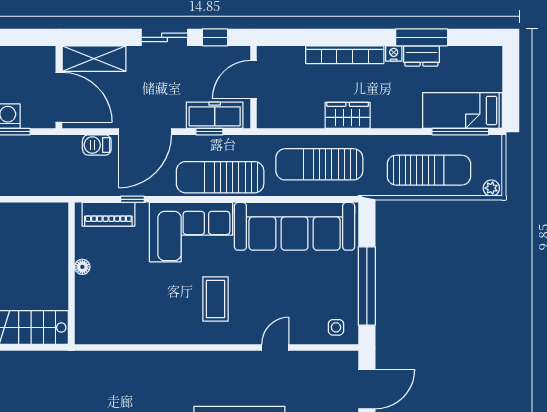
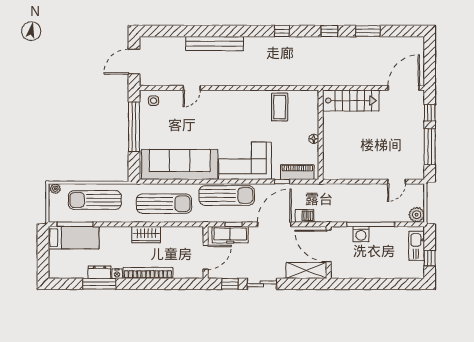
coffee table: (215, 299) -> (280, 107), moved

